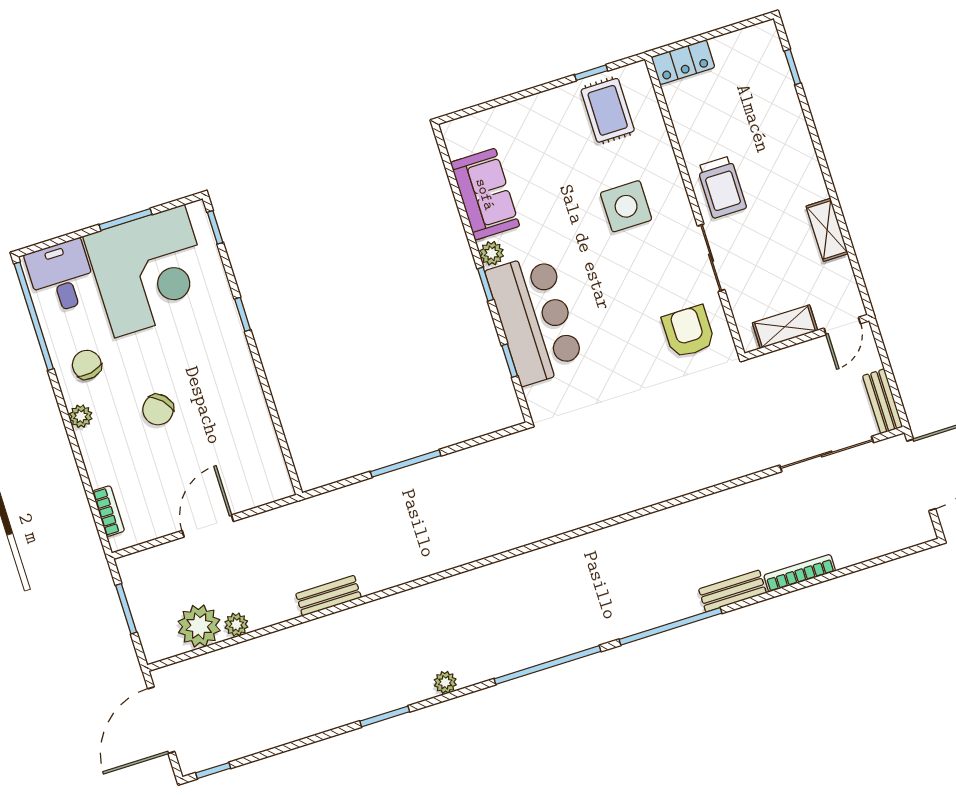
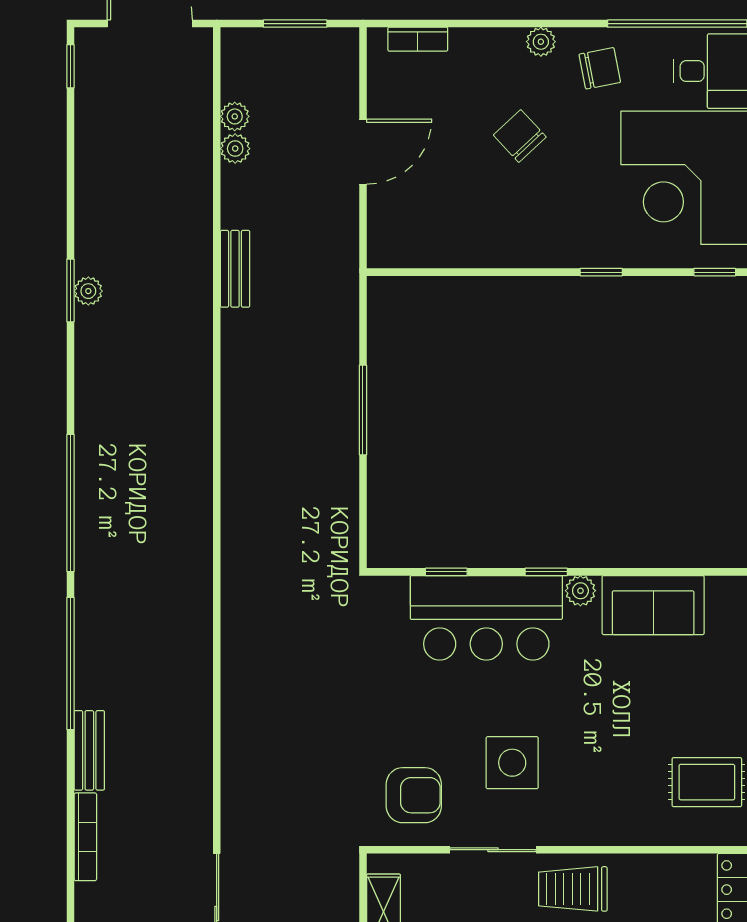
side table: (626, 206) -> (512, 763), moved
door: (208, 526) -> (363, 152), hinge flipped
plant: (199, 626) -> (235, 116), width x0.53, depth x0.53
plant: (445, 682) -> (88, 291), moved

